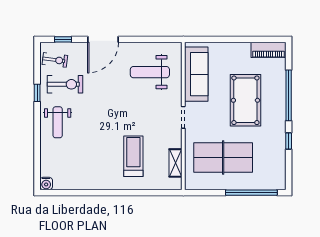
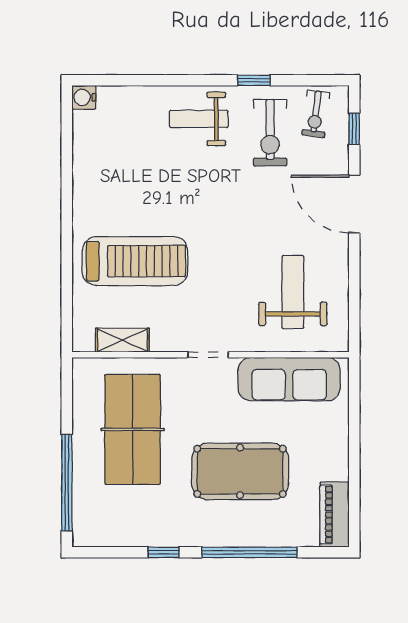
treadmill: (133, 156) -> (135, 261), width x1.37, depth x1.38

